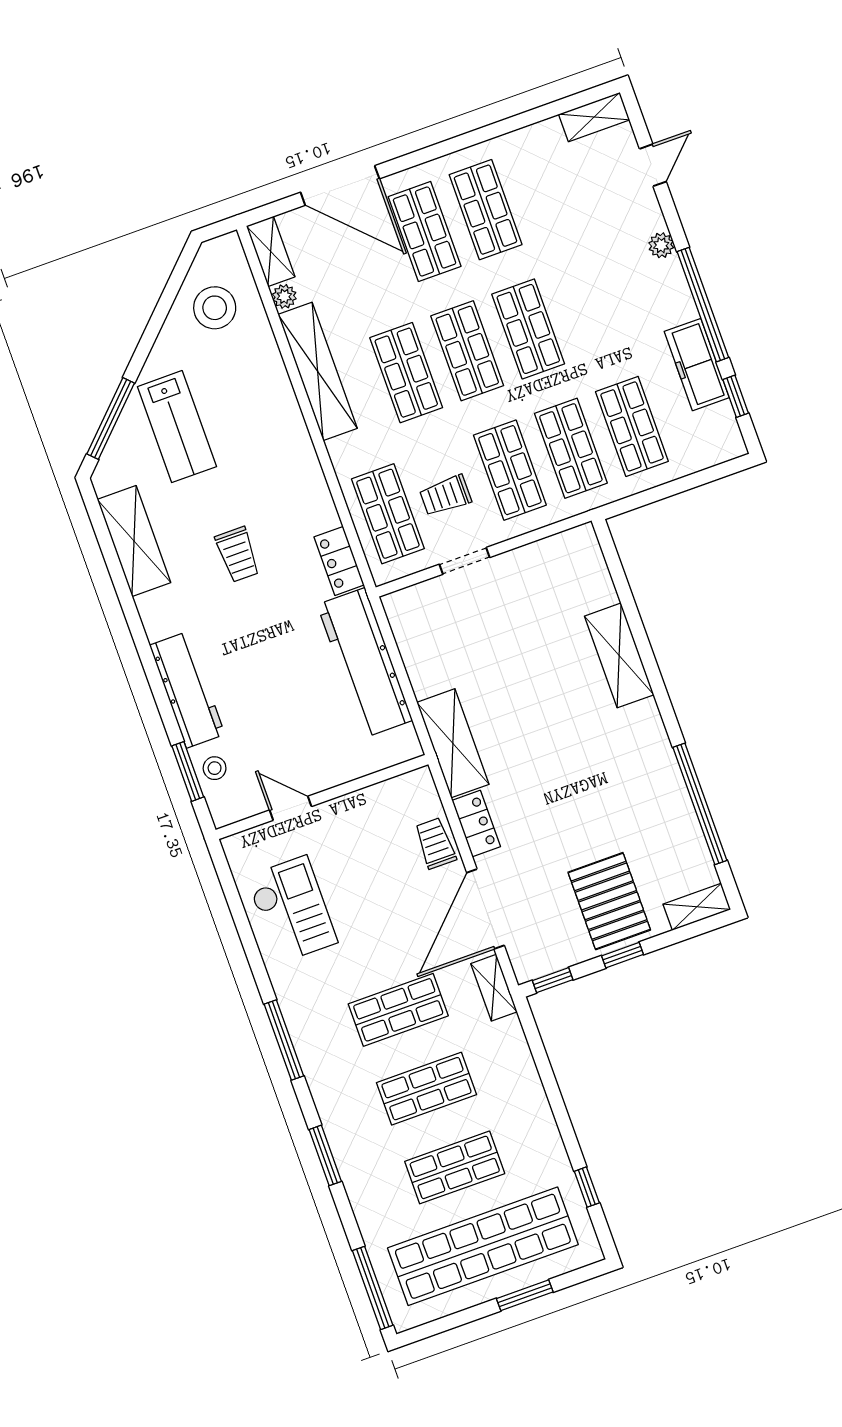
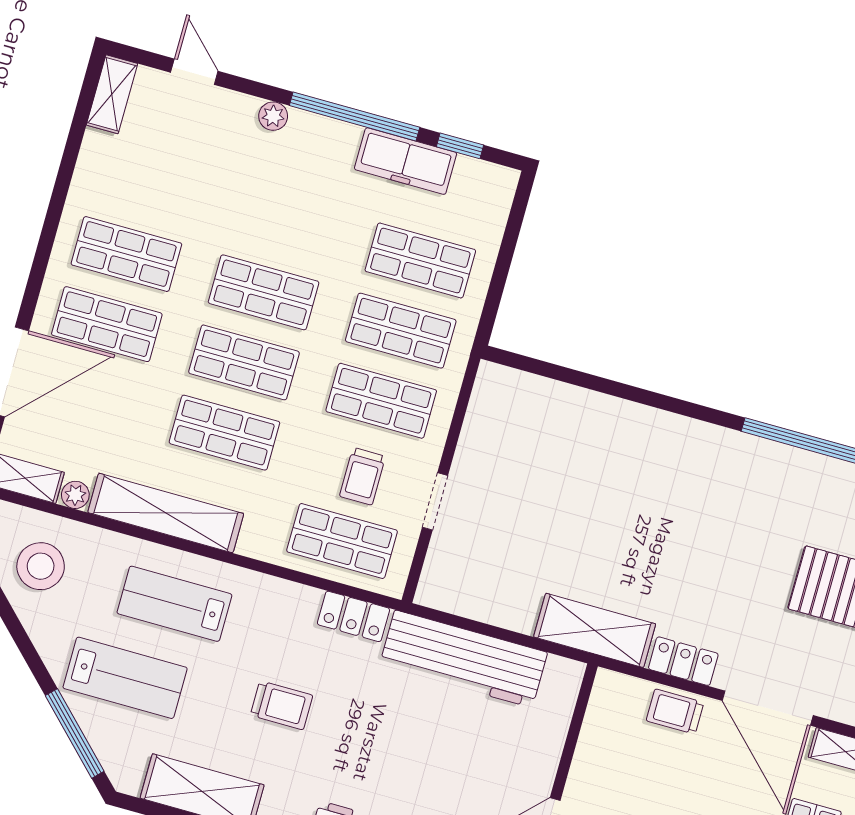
lab bench: (256, 424) -> (174, 604), added
shelving: (619, 655) -> (622, 421), removed

